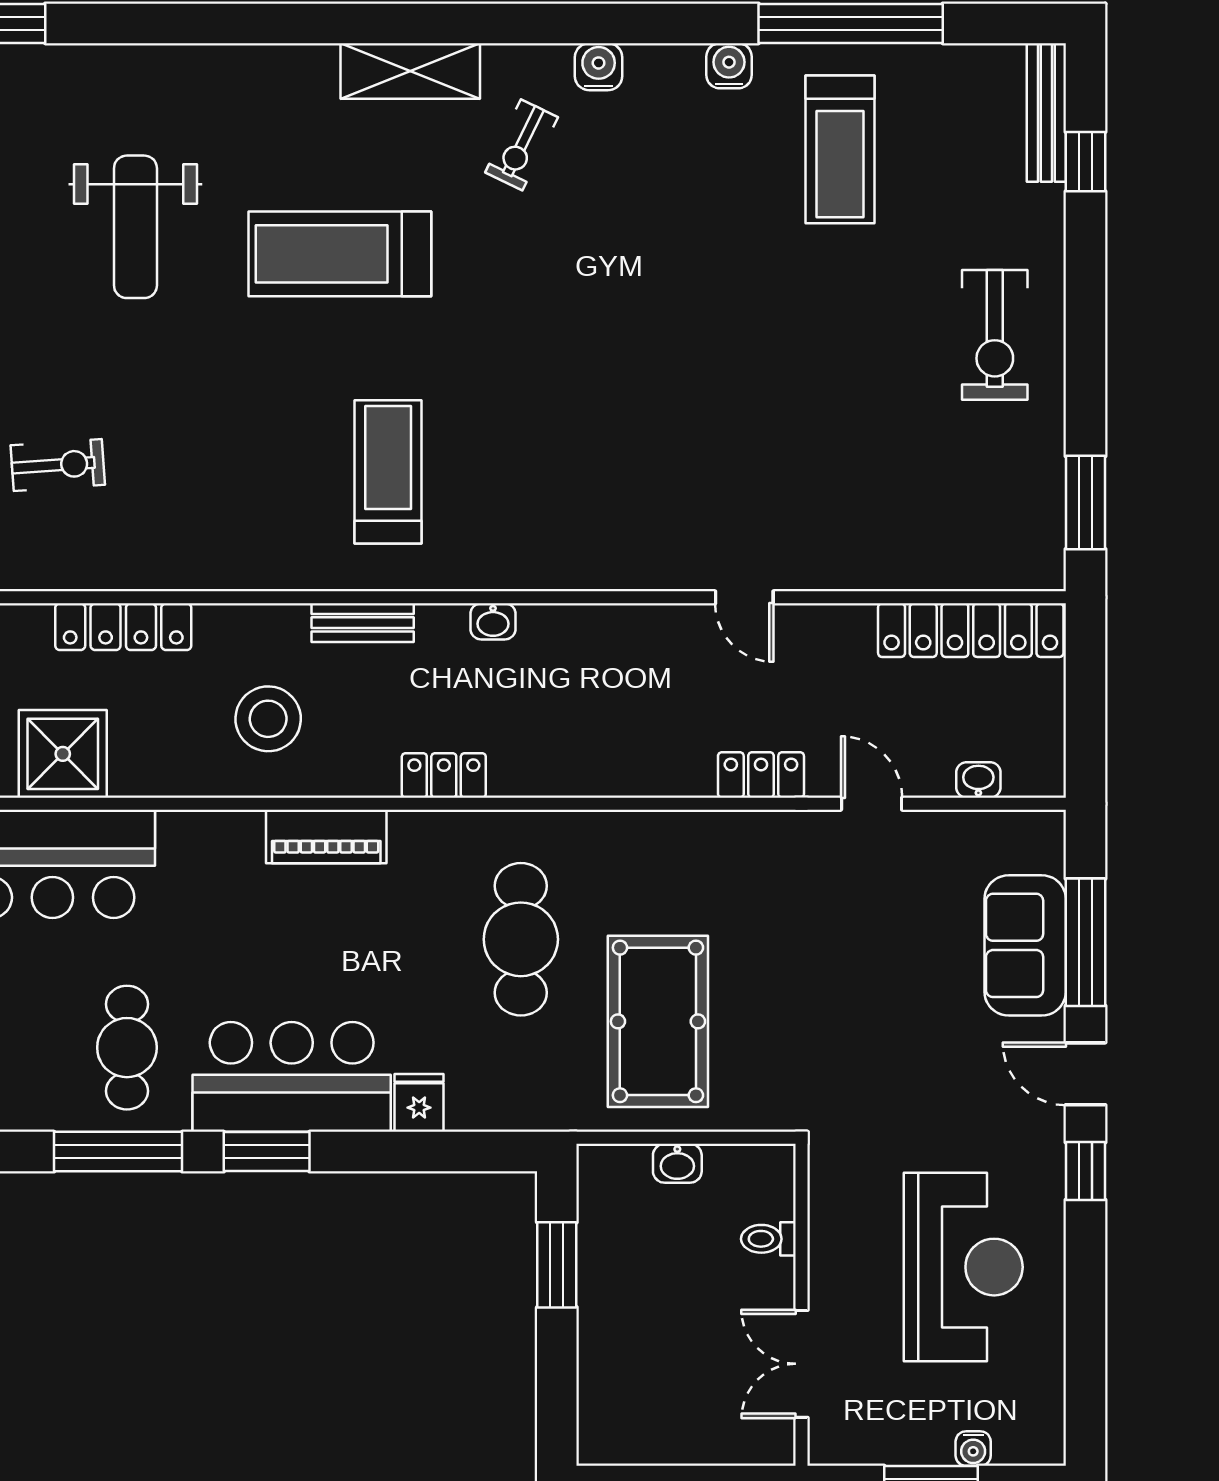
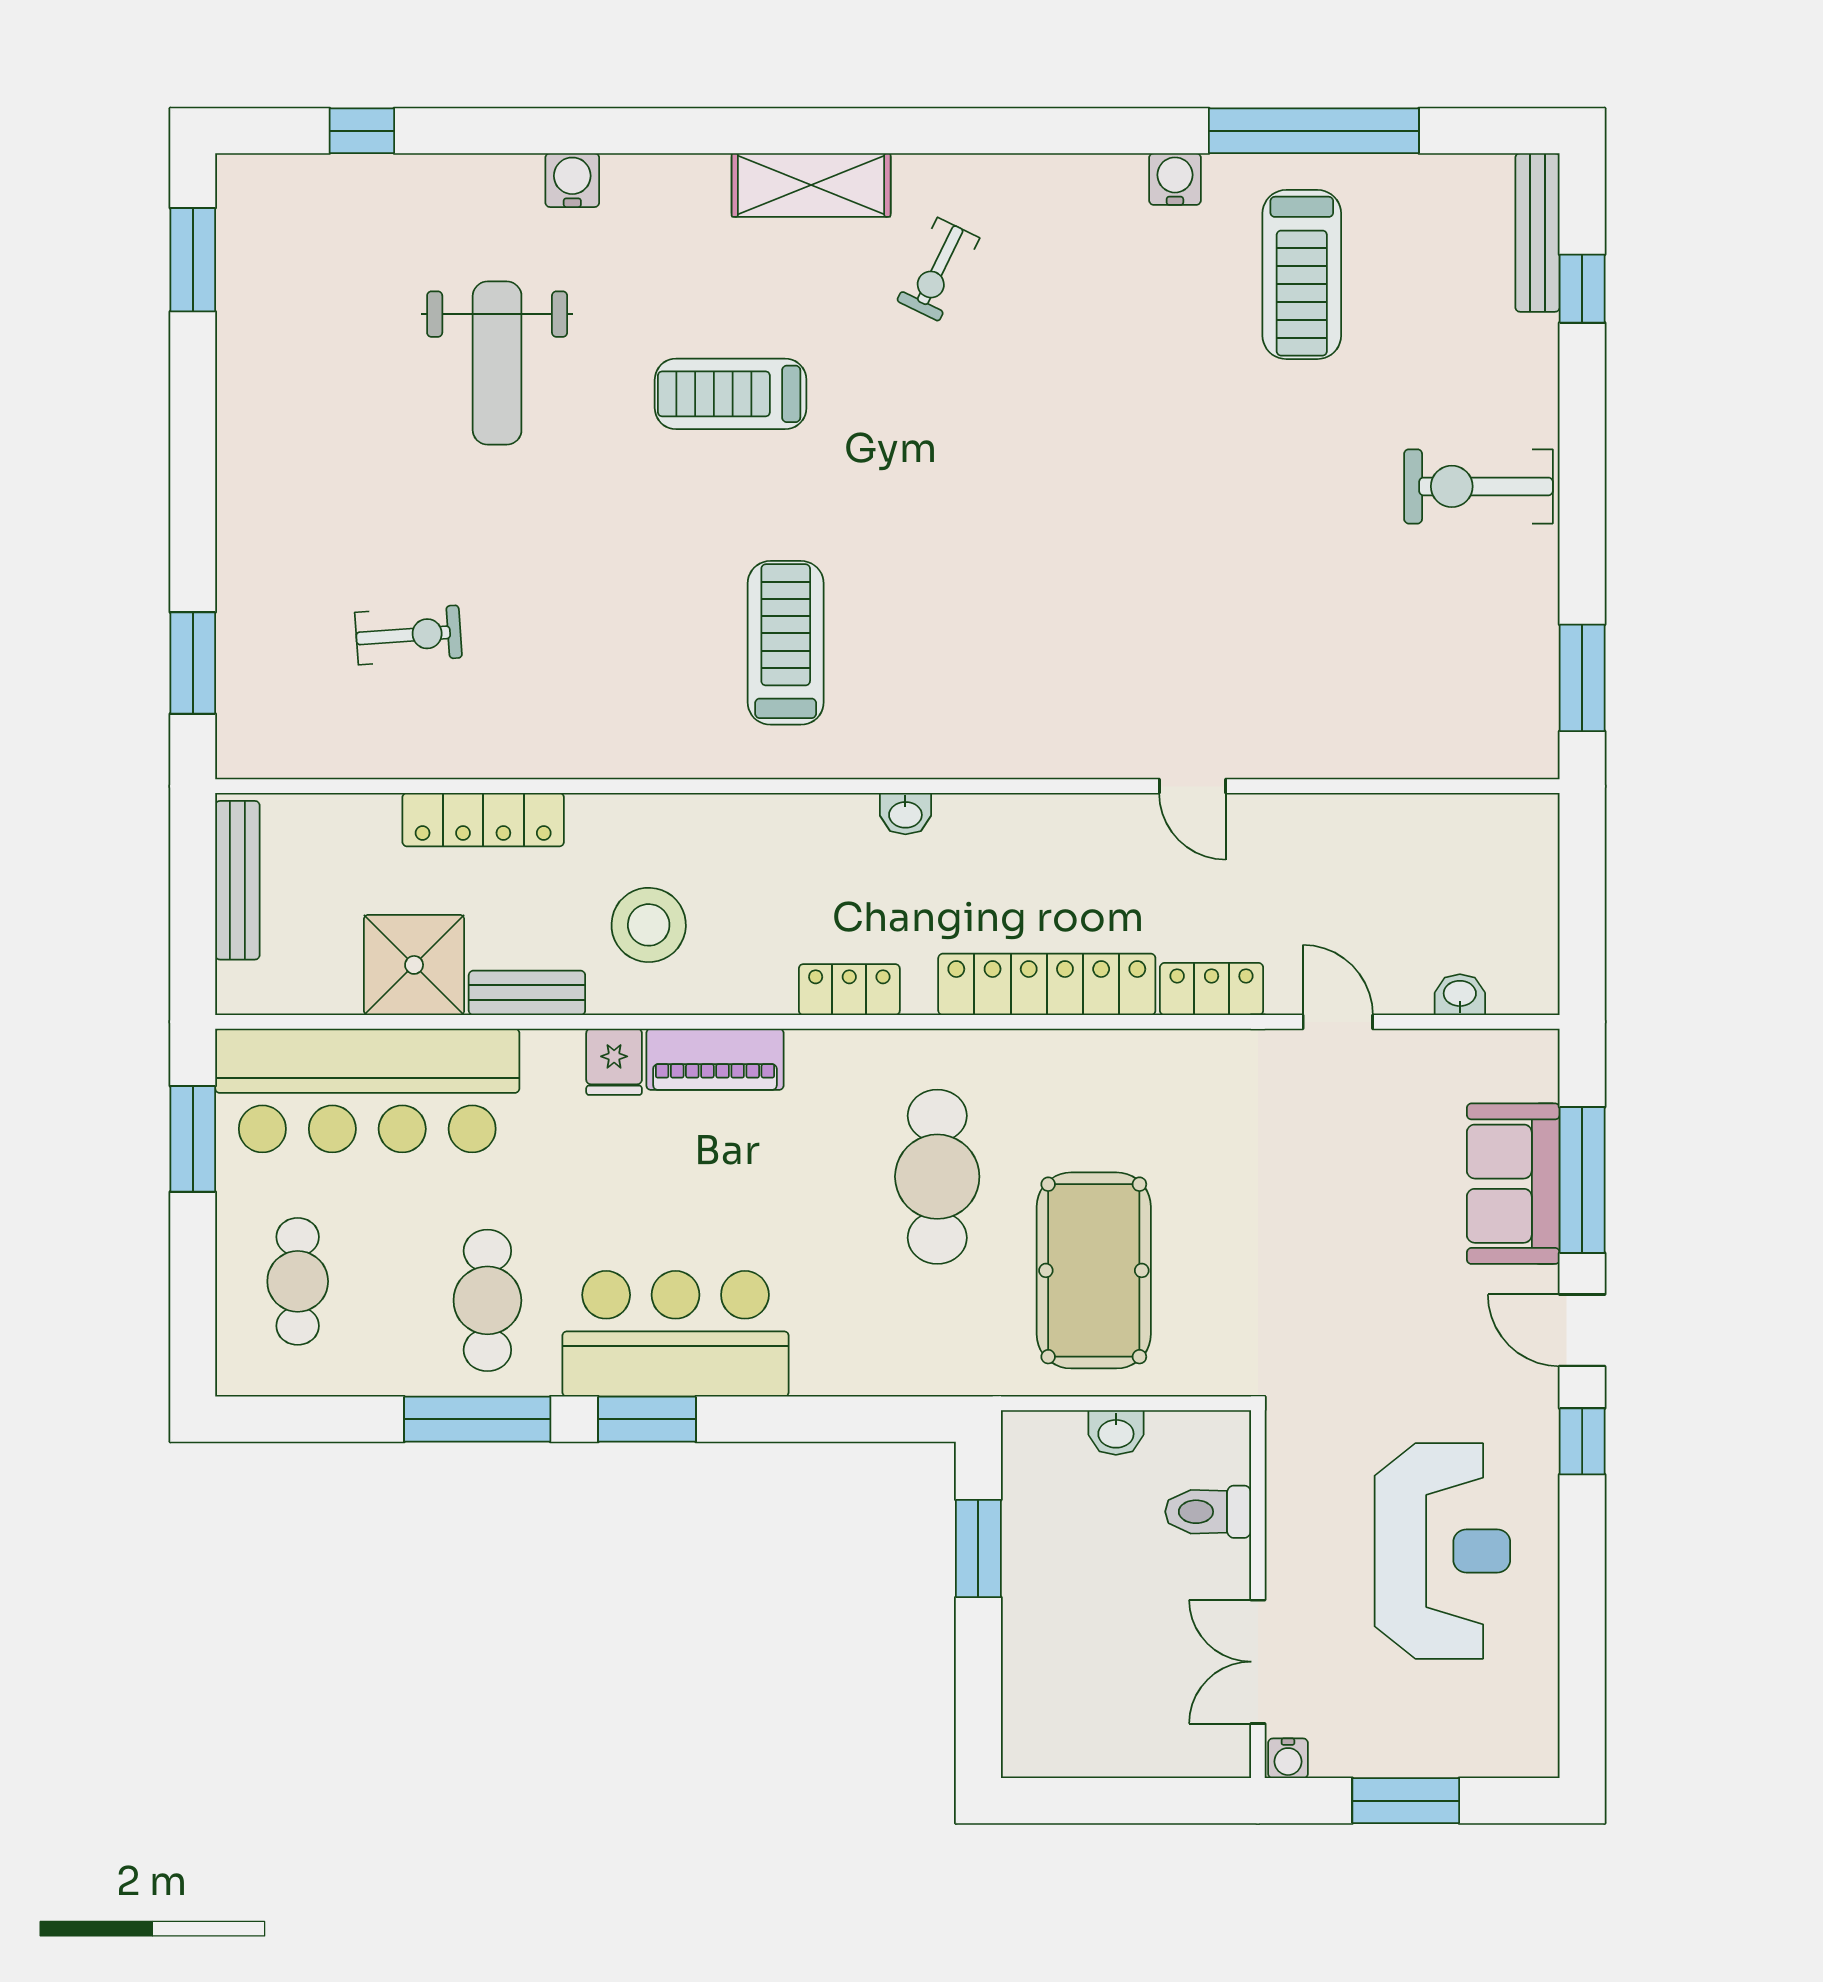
water cooler: (599, 67) -> (572, 180), moved
treadmill: (340, 254) -> (731, 394), width x0.73, depth x0.73
exercise bike: (995, 335) -> (1479, 486), turned 90
bench: (363, 623) -> (527, 993), moved
locker: (971, 630) -> (1047, 984), moved, turned 180
fridge: (419, 1103) -> (614, 1062), moved, turned 180
toilet: (768, 1239) -> (1208, 1512), width x1.37, depth x1.39
water cooler: (973, 1449) -> (1288, 1758), moved

